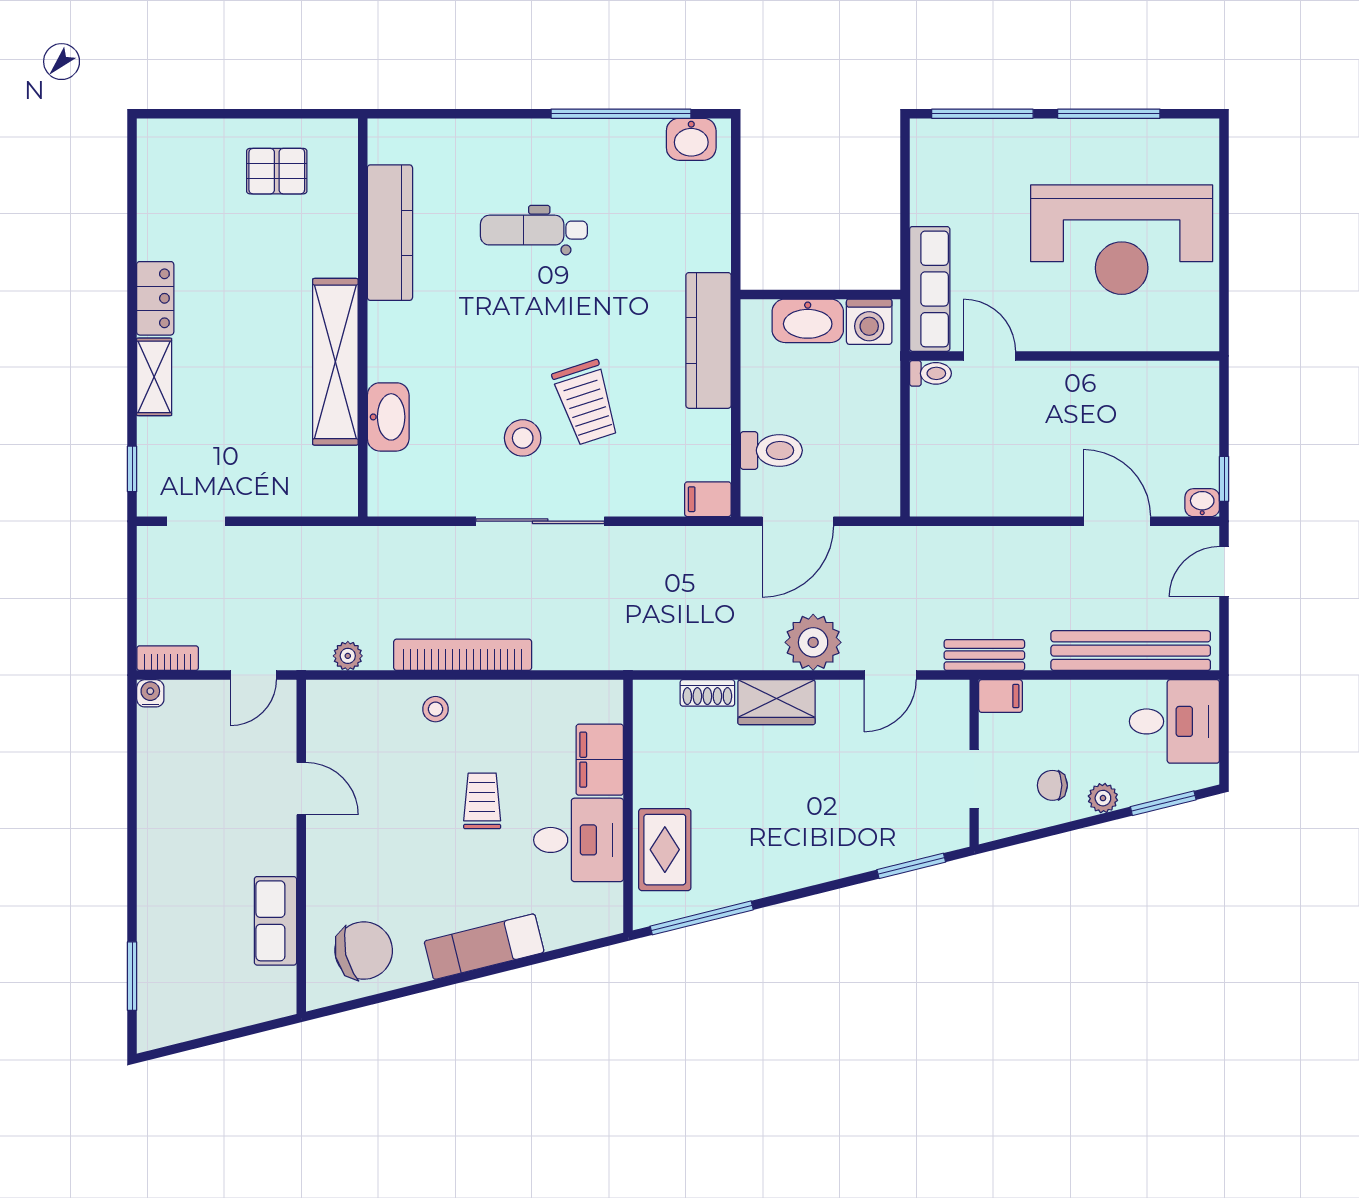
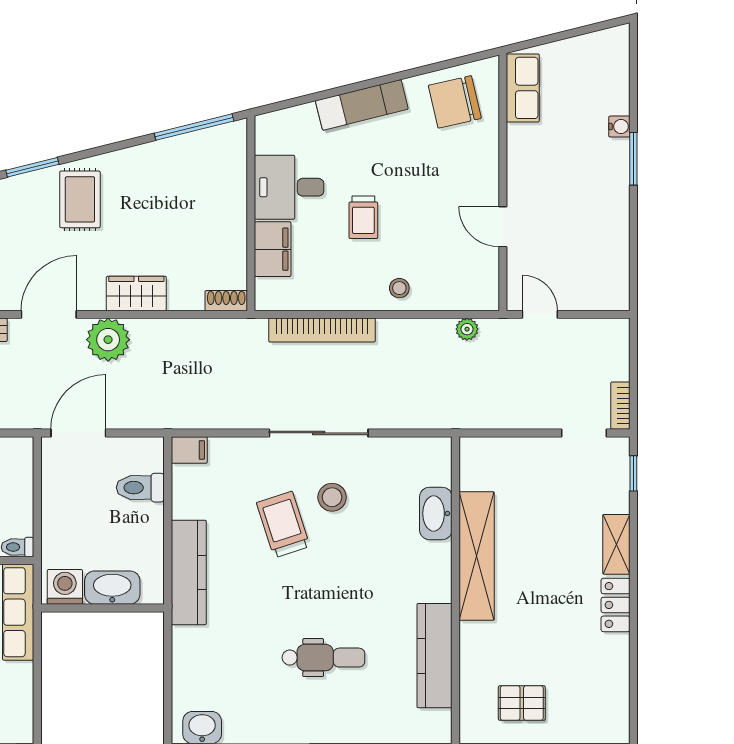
door: (798, 521) -> (78, 433), moved
bookcase: (463, 655) -> (322, 330), moved
bookcase: (168, 658) -> (620, 406), moved, turned 90
door: (253, 675) -> (540, 314), hinge flipped
door: (890, 675) -> (49, 314), width x1.38
water cooler: (150, 693) -> (619, 127), moved, turned -90
shoe rack: (707, 693) -> (226, 301), moved
rug: (665, 850) -> (80, 199), moved
row of seats: (275, 921) -> (523, 88), moved
window: (132, 976) -> (633, 159), moved

